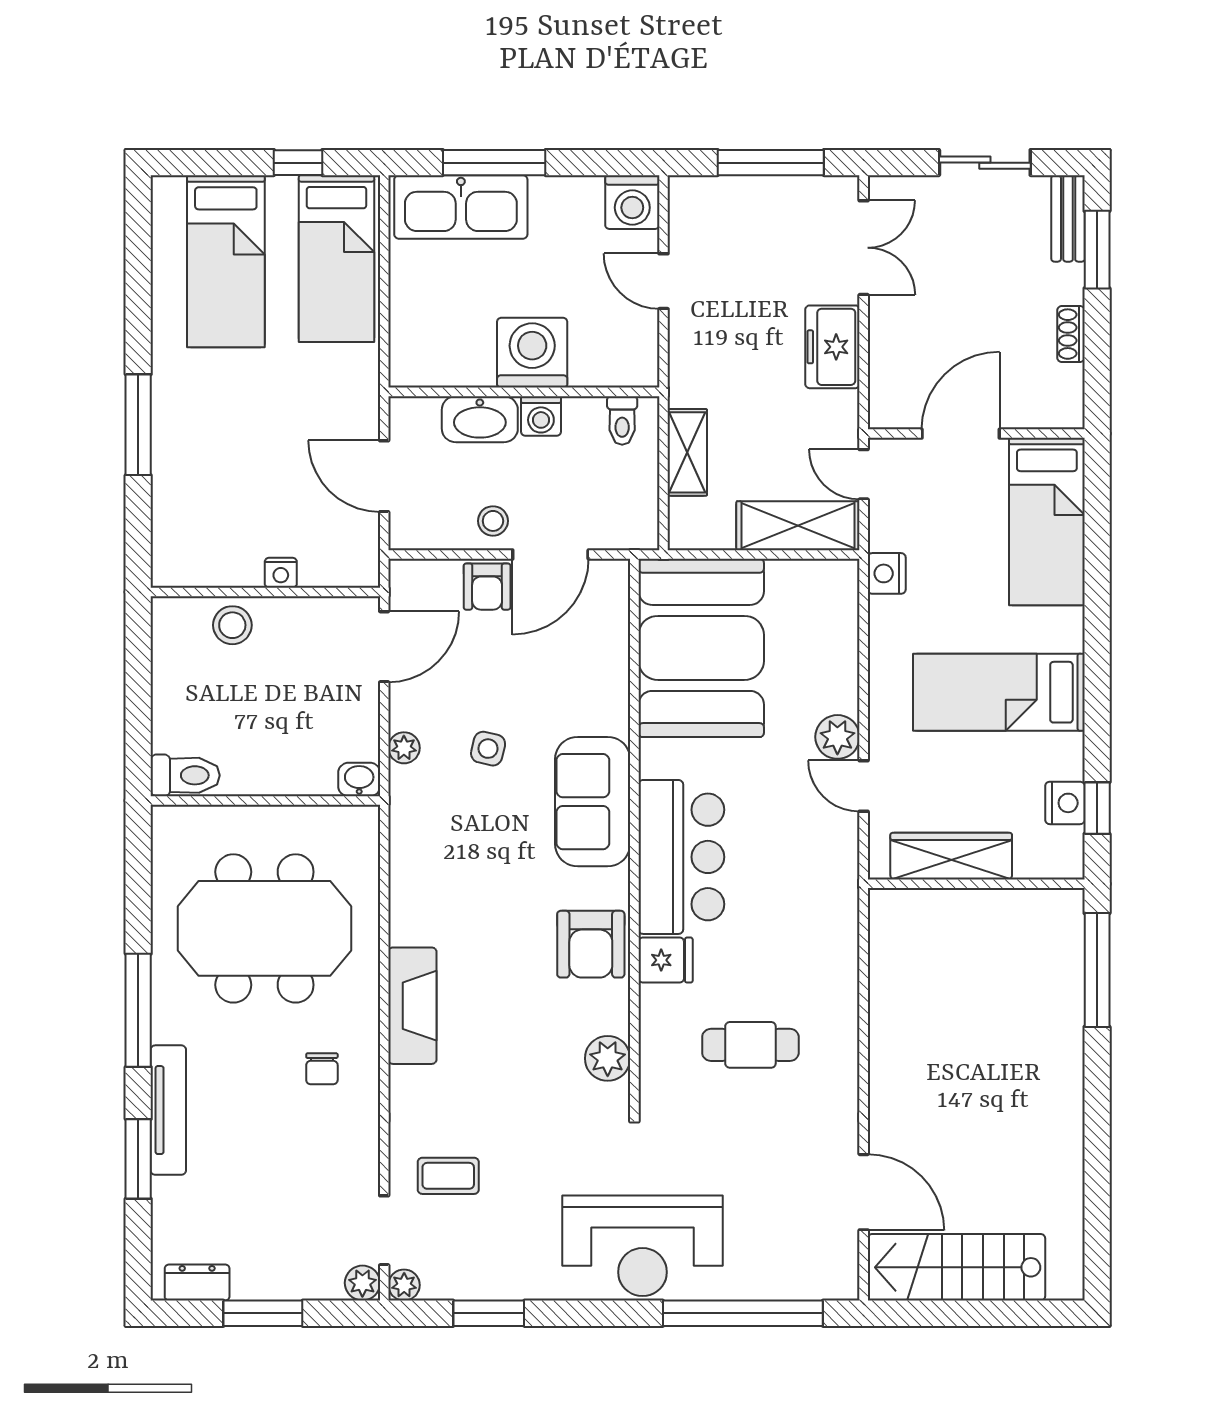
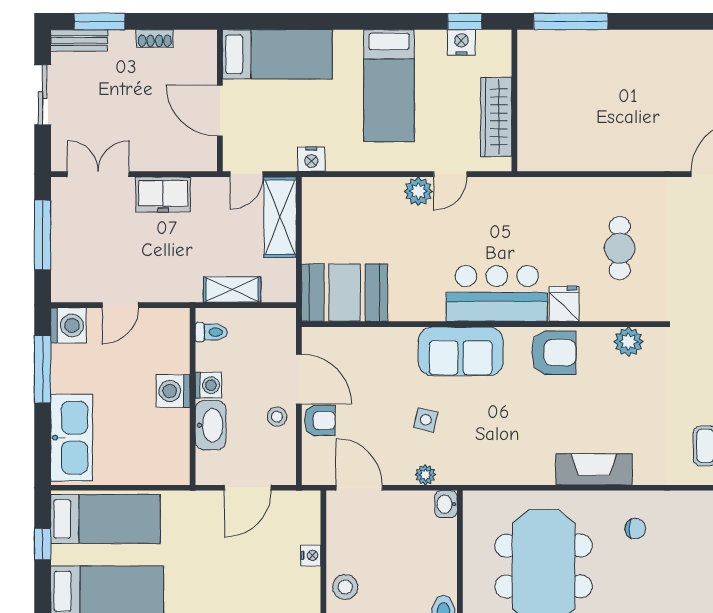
window: (494, 163) -> (43, 369), moved
washing machine: (532, 353) -> (173, 391), width x0.73, depth x0.73
booth: (701, 648) -> (345, 293), width x0.73, depth x0.70

